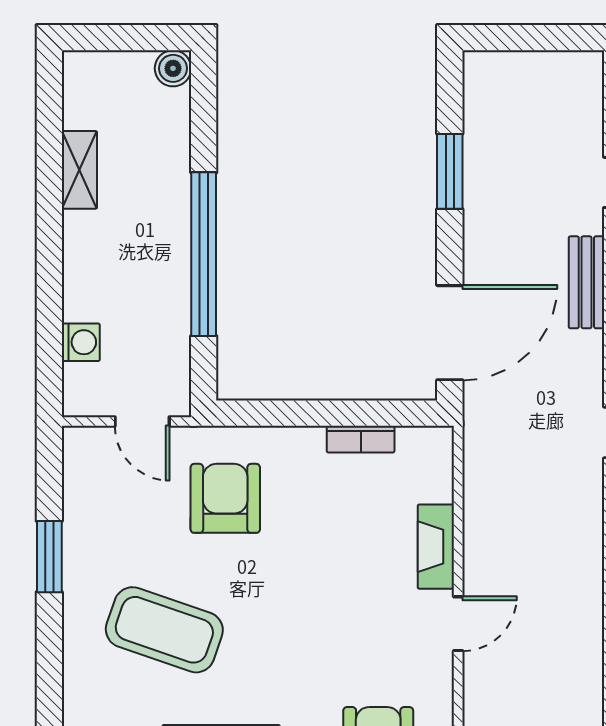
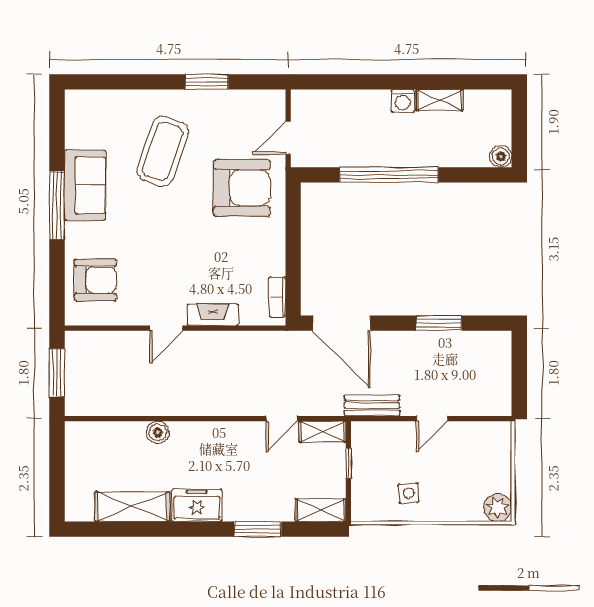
washing machine: (81, 342) -> (403, 101), moved
bookcase: (361, 439) -> (278, 297), moved
armchair: (225, 498) -> (242, 188), width x1.36, depth x1.36
door: (458, 624) -> (166, 328), hinge flipped

